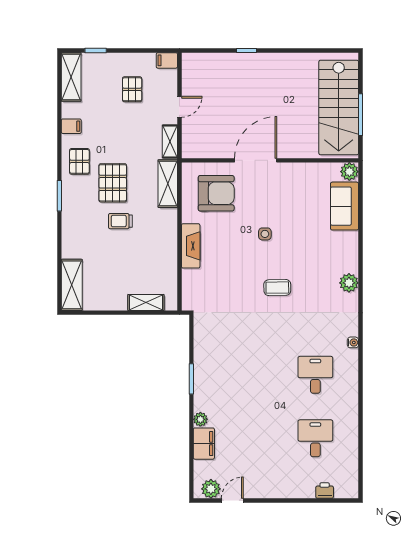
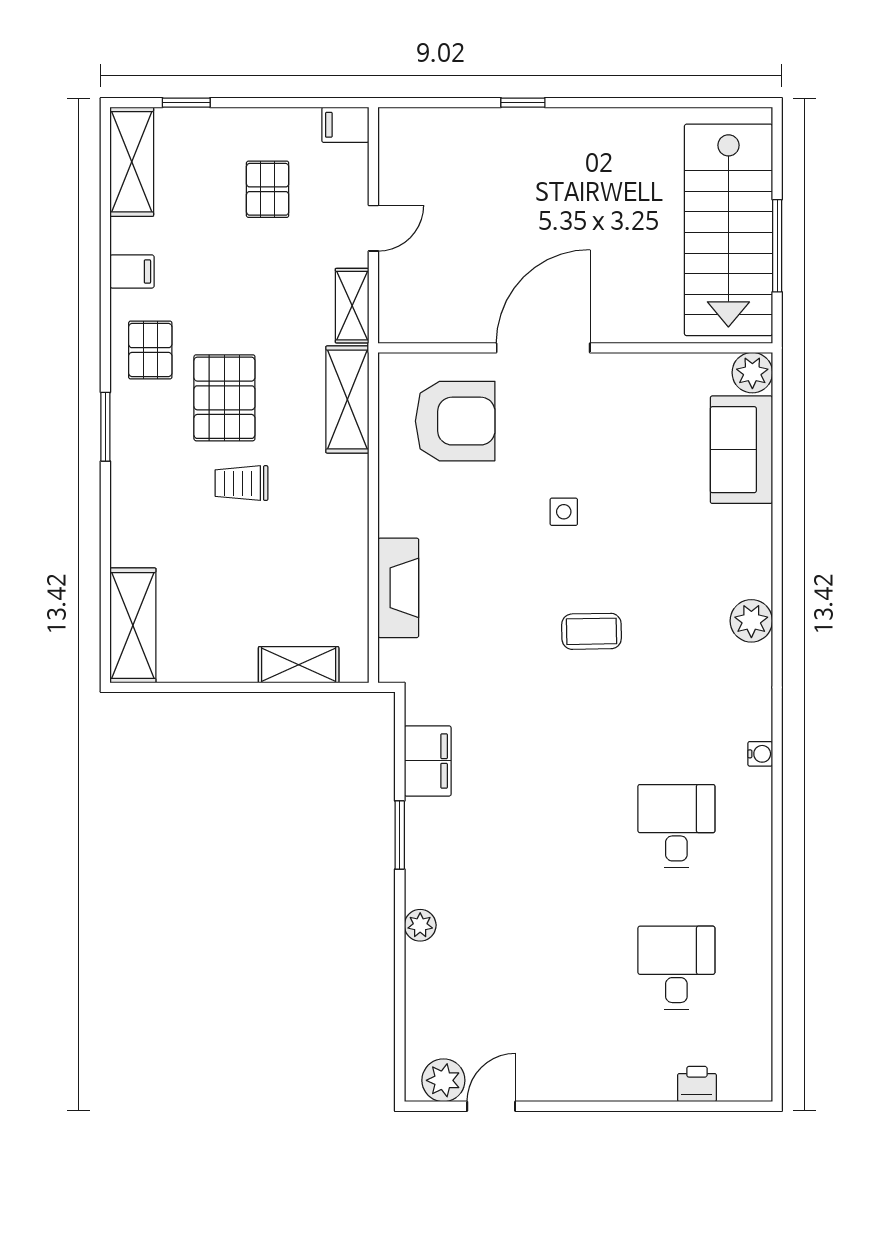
fireplace: (191, 246) -> (398, 588), moved
filing cabinet: (204, 444) -> (428, 761), moved

